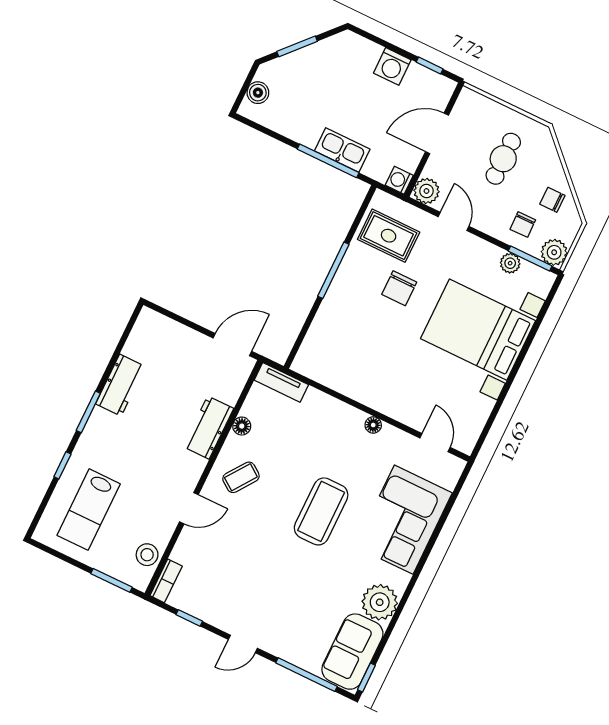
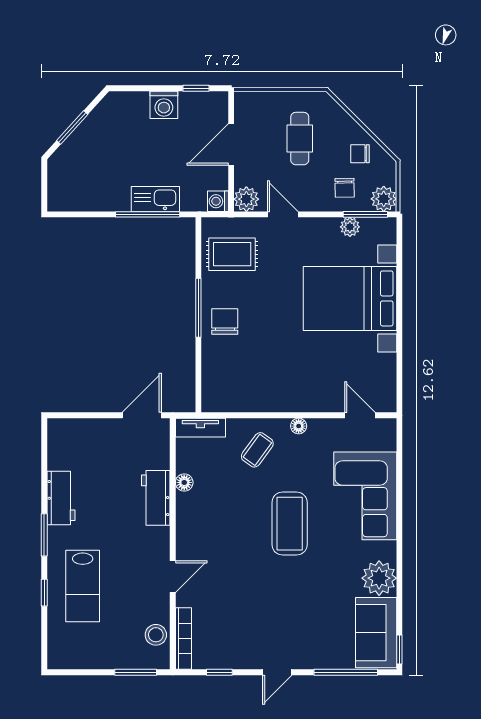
boiler: (258, 93) -> (58, 184), removed
chair: (399, 288) -> (225, 321), moved, turned 180
coffee table: (241, 477) -> (257, 450), moved
lab bench: (89, 510) -> (83, 586), moved
bookcase: (166, 581) -> (183, 639), width x1.56

